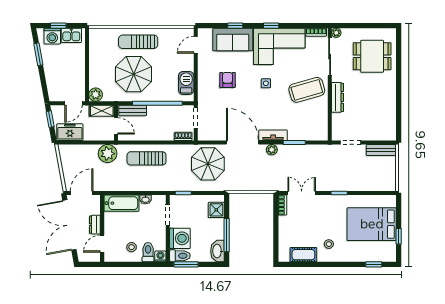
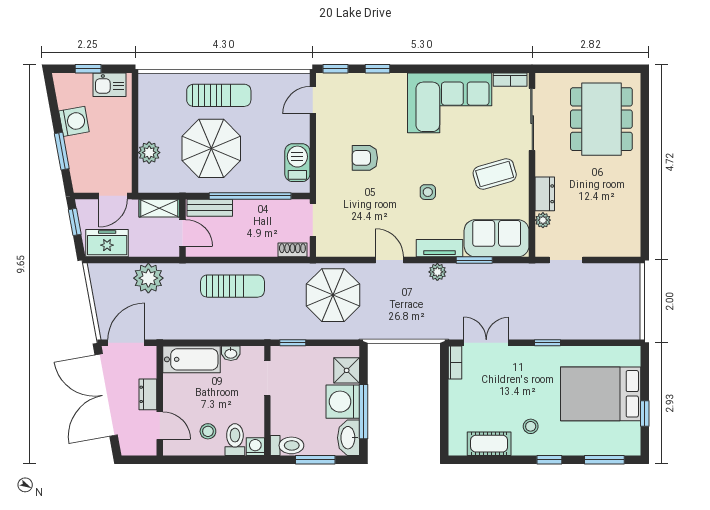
window: (271, 26) -> (336, 69), moved
plant: (336, 33) -> (543, 220), moved
washing machine: (52, 36) -> (74, 121), moved, turned -100
sofa: (233, 40) -> (497, 238), moved, turned 180
sun lounger: (138, 42) -> (219, 95), turned 180
window: (38, 54) -> (62, 151), moved
dining table: (372, 56) -> (601, 119), width x1.38
armchair: (227, 80) -> (365, 158), turned -90
side table: (266, 83) -> (428, 192), moved
coffee table: (307, 90) -> (495, 174), width x0.73, depth x0.76
plant: (96, 95) -> (149, 153), moved
dresser: (337, 97) -> (545, 194), width x0.70
door: (243, 142) -> (389, 260), width x0.53
bench: (381, 150) -> (616, 272), removed
plant: (108, 154) -> (148, 278), moved
sun lounger: (147, 158) -> (232, 286), turned 180
washing machine: (180, 238) -> (343, 402), moved, turned 180
door: (102, 244) -> (160, 426), swing flipped
window: (186, 264) -> (315, 460), moved
window: (340, 264) -> (549, 460), added
window: (374, 264) -> (604, 460), width x1.50

